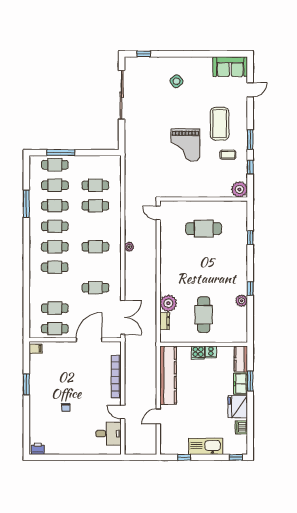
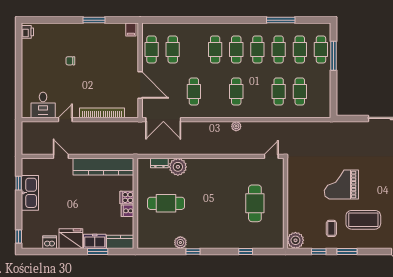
kitchen sink: (206, 446) -> (30, 193), moved

